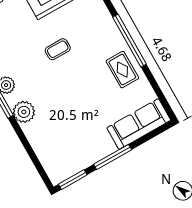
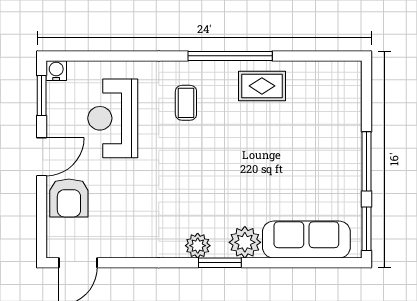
coffee table: (58, 49) -> (186, 103), moved
sofa: (139, 124) -> (306, 240), moved, turned 90

